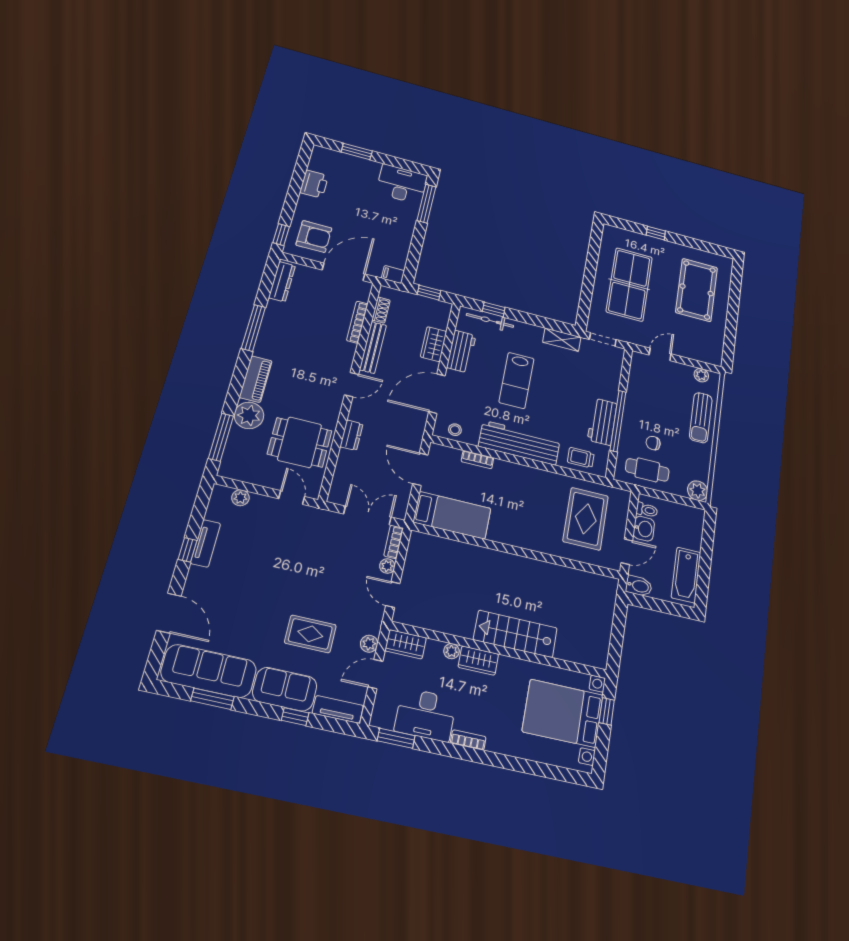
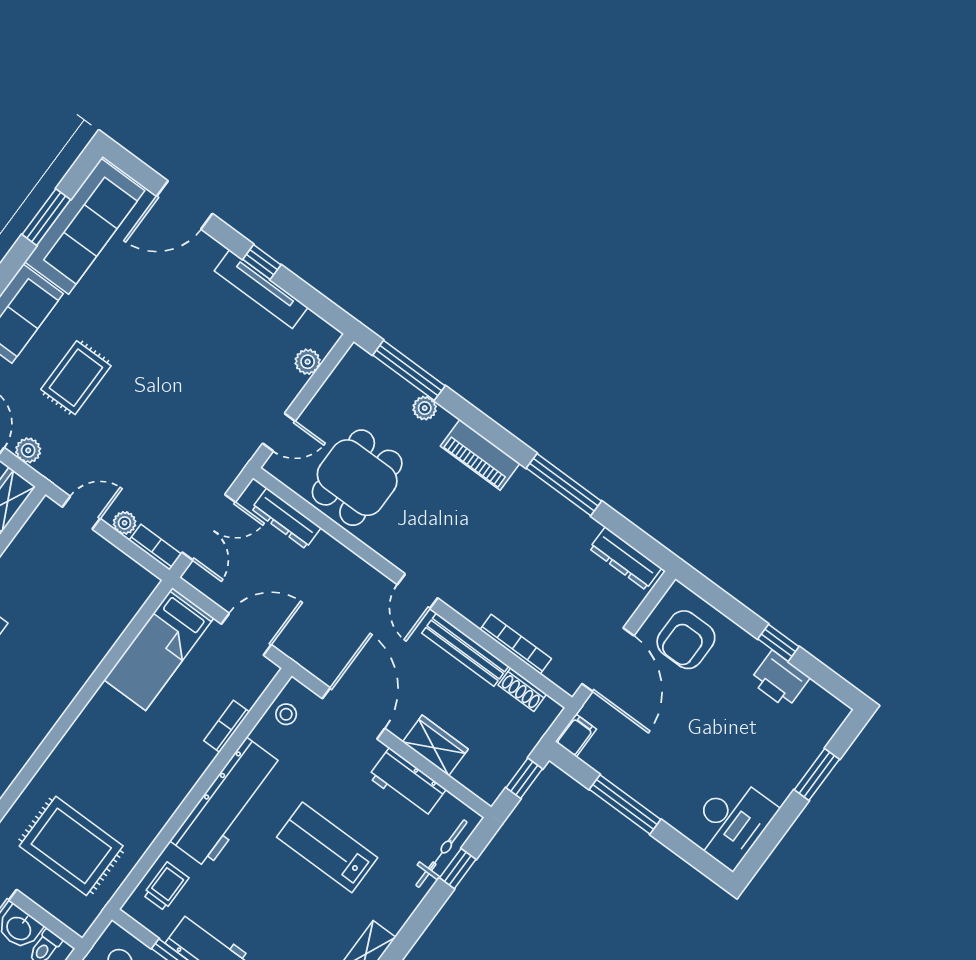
window: (426, 204) -> (625, 804), moved
window: (281, 235) -> (778, 643), moved
plant: (249, 415) -> (425, 408), width x0.53, depth x0.53
dresser: (351, 435) -> (286, 518), moved, width x1.44
tv unit: (206, 543) -> (261, 289), width x1.41

